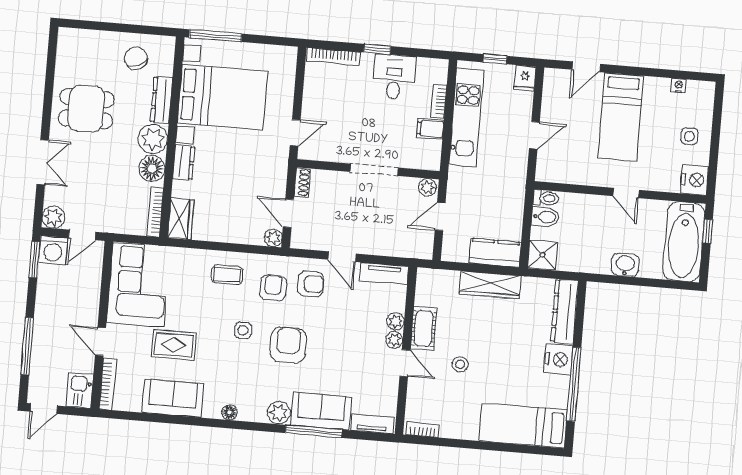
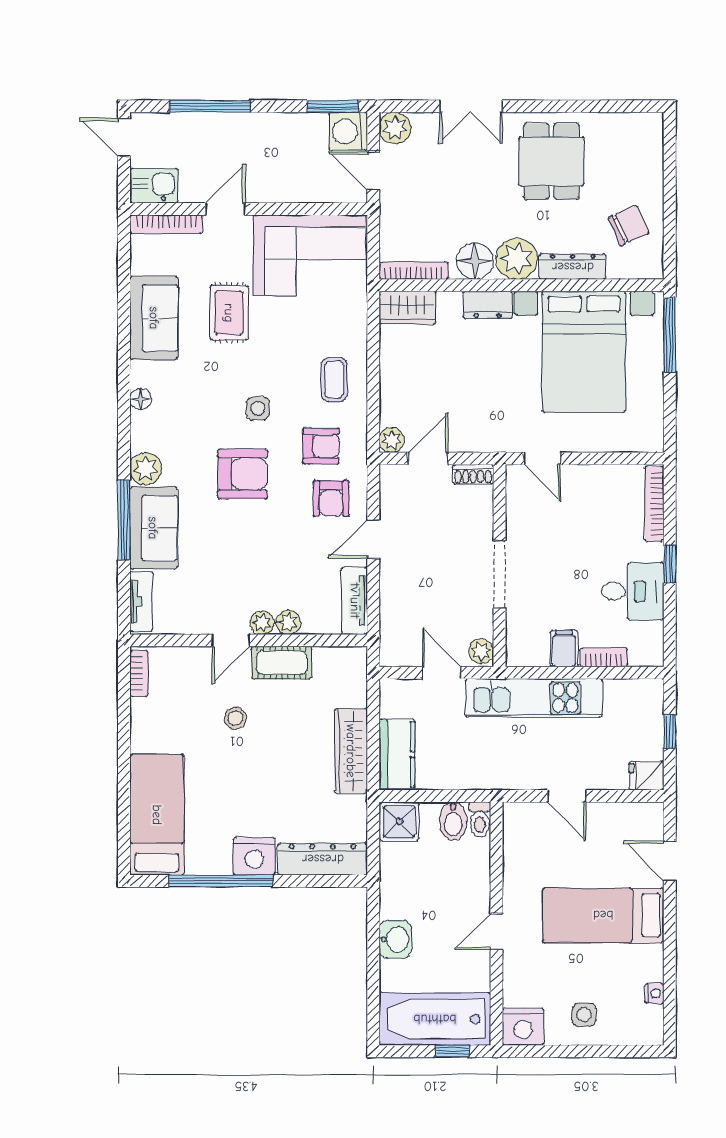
kitchen unit: (466, 117) -> (534, 698), moved

